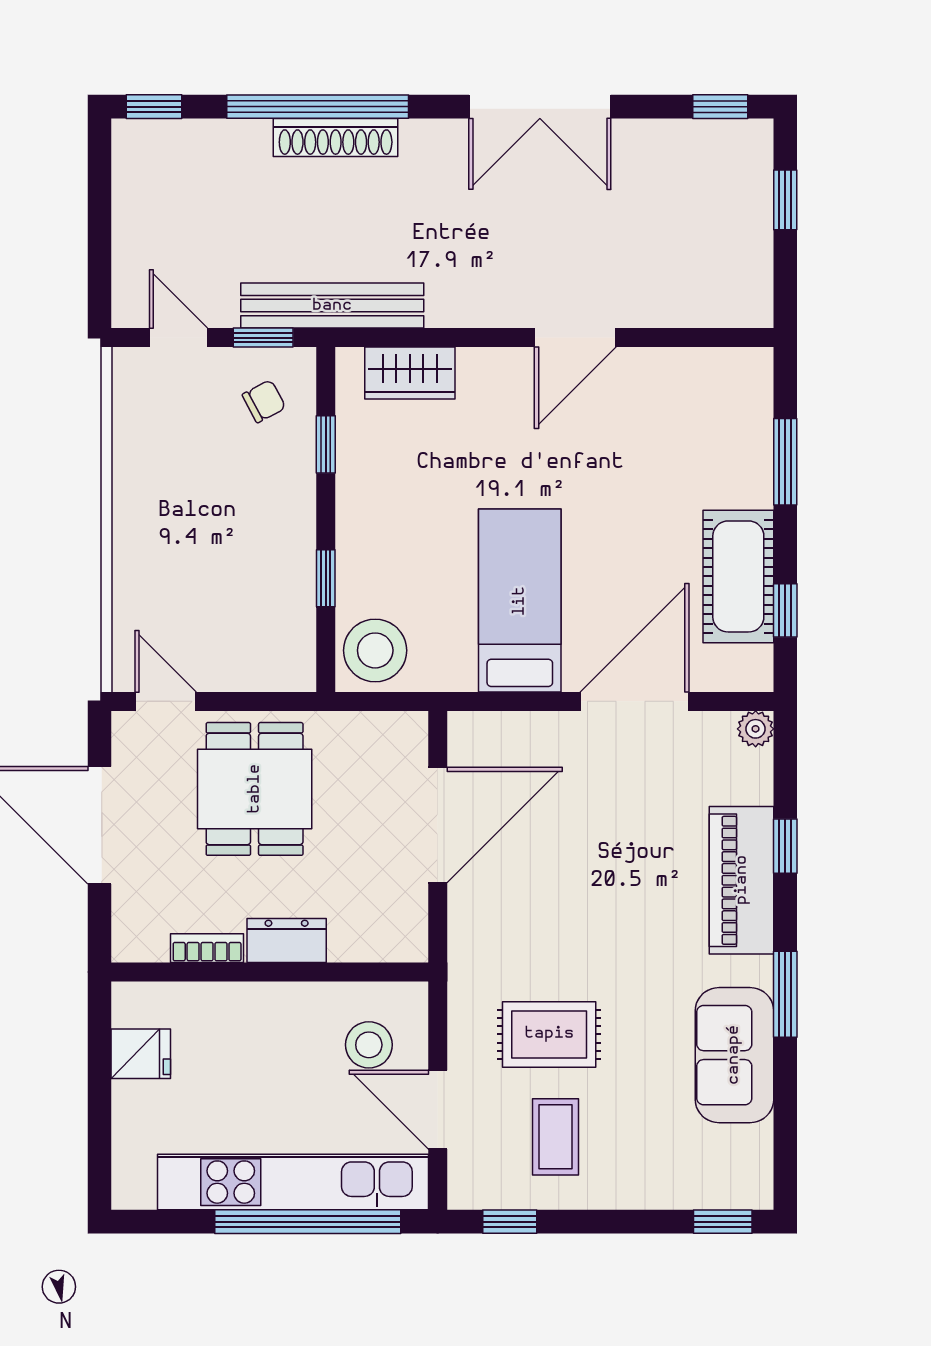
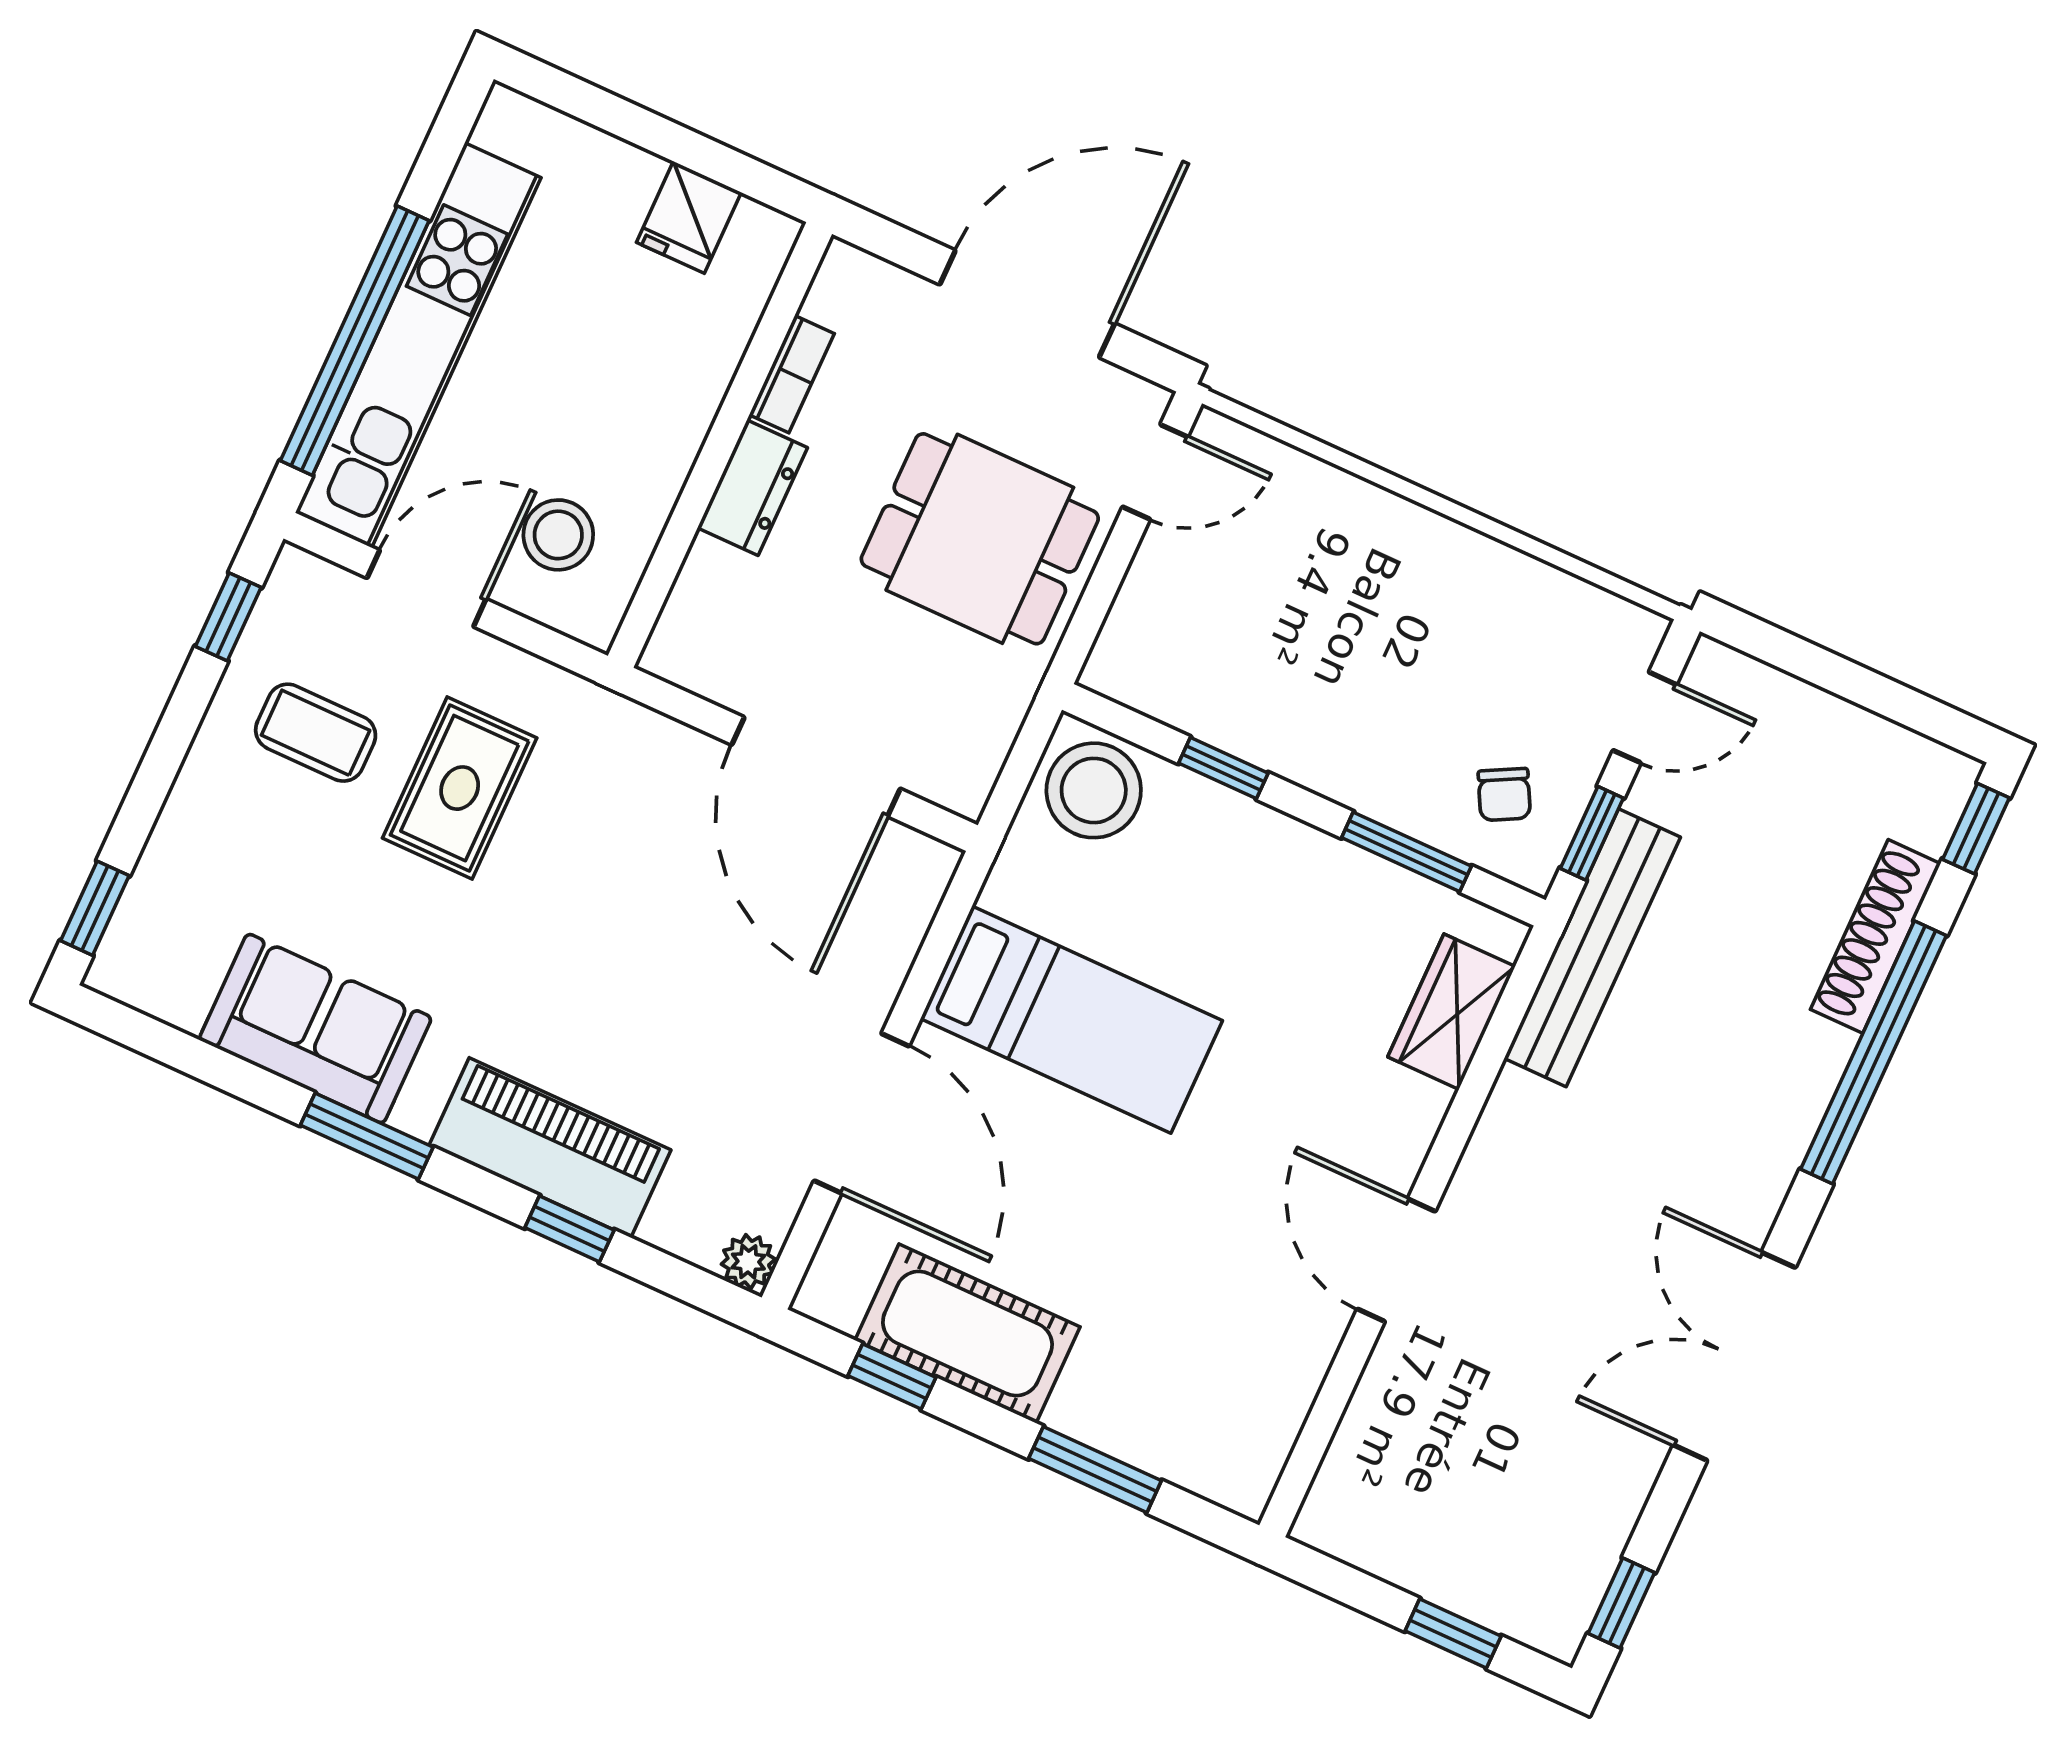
shoe rack: (336, 137) -> (1876, 936), moved
window: (326, 444) -> (1406, 852), width x1.50

